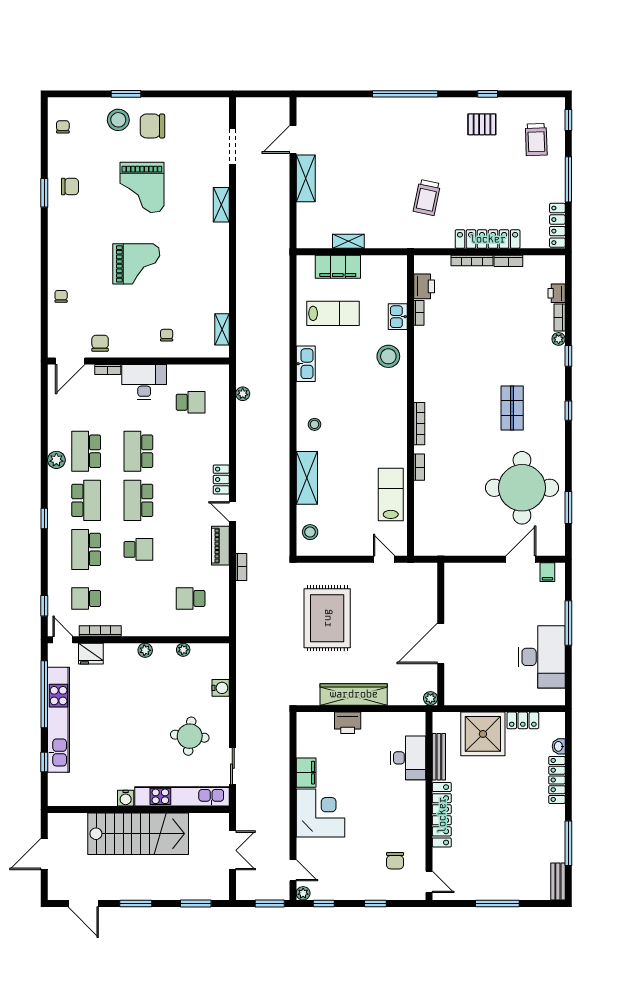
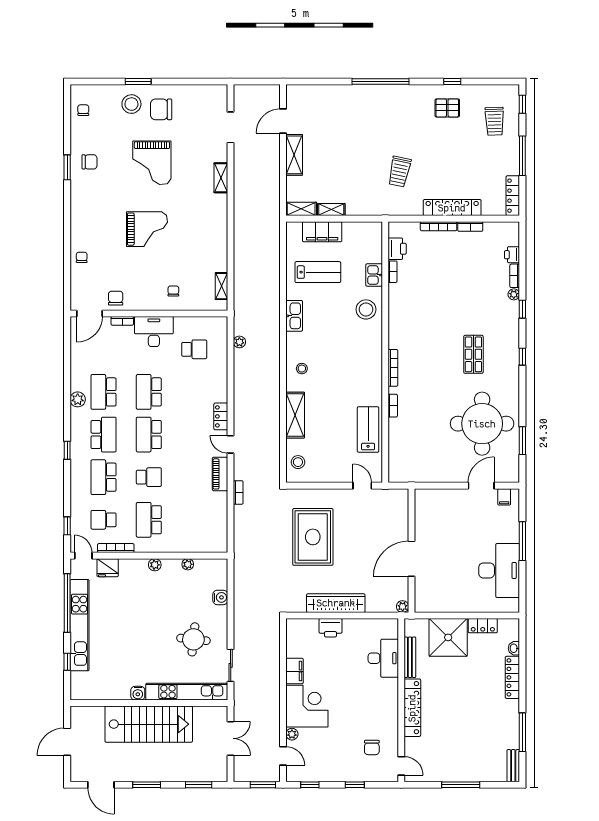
shelving: (314, 241) -> (301, 209), added
school desk: (191, 598) -> (149, 520), moved, width x1.85
plant: (303, 893) -> (292, 734), moved

